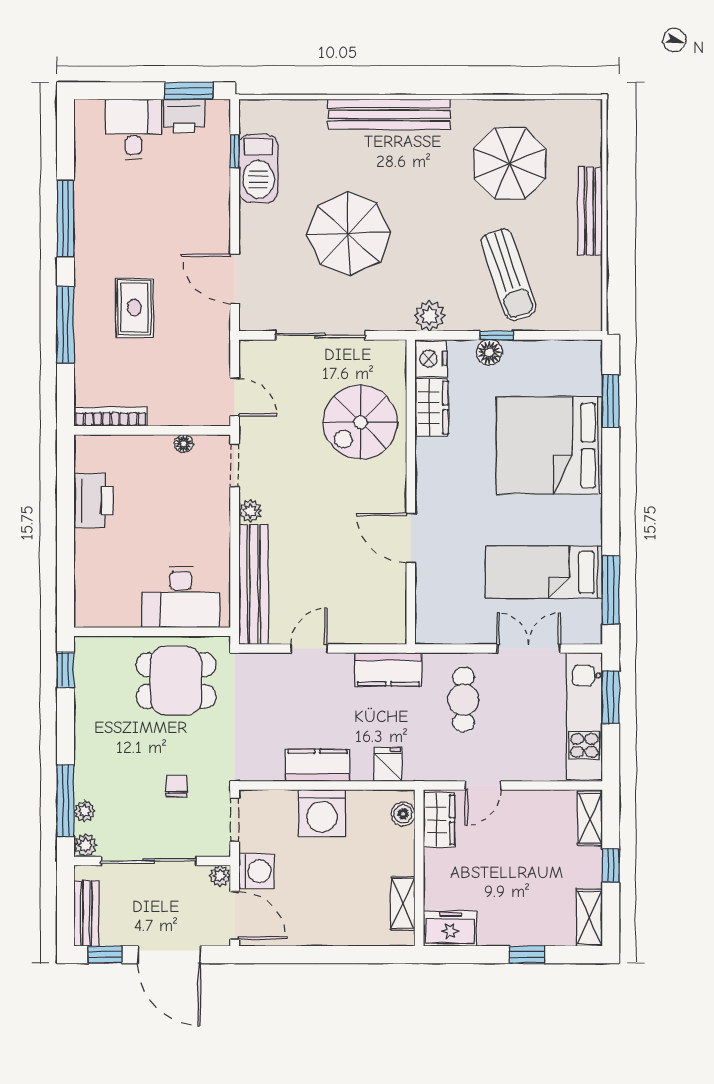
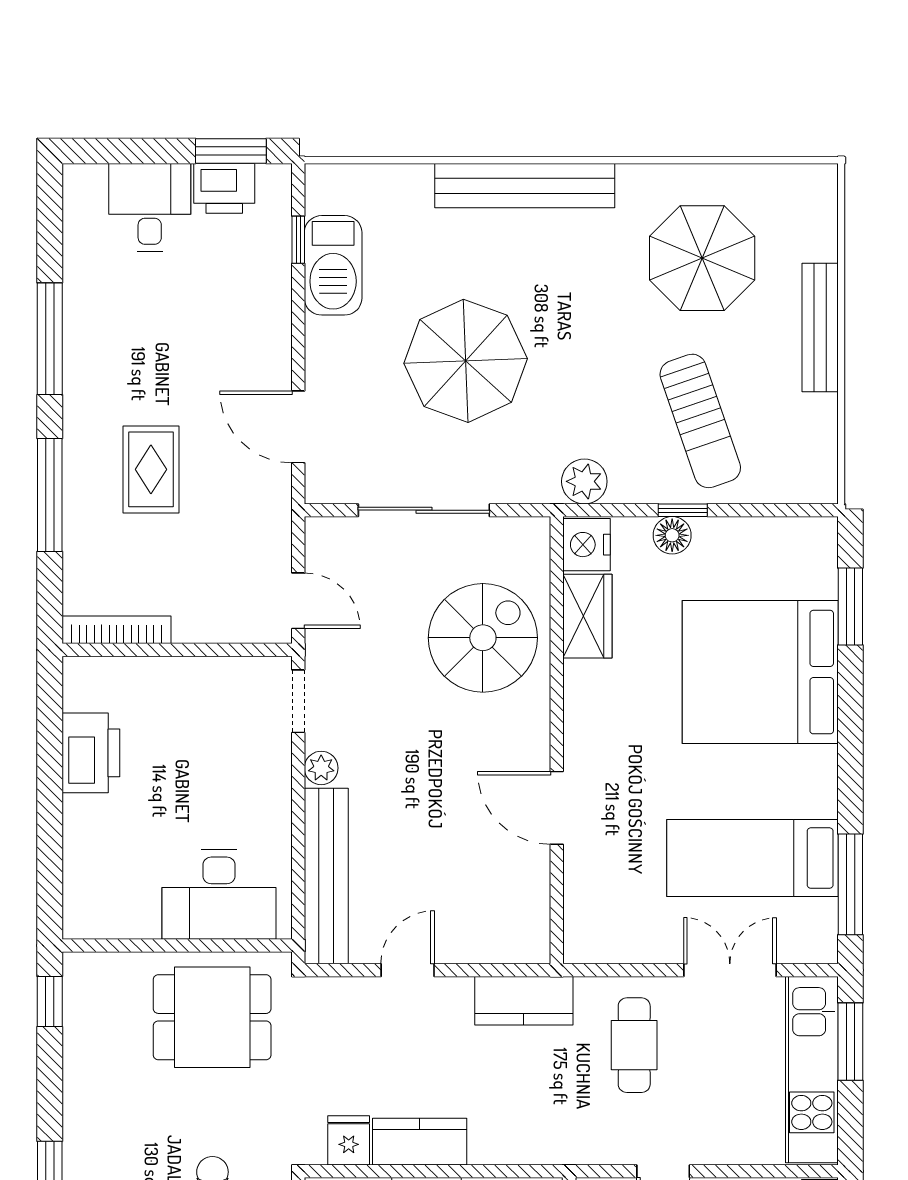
spiral stairs: (360, 422) -> (483, 638), turned 180
floor lamp: (184, 444) -> (223, 669), removed
fridge: (388, 764) -> (349, 1140), moved

